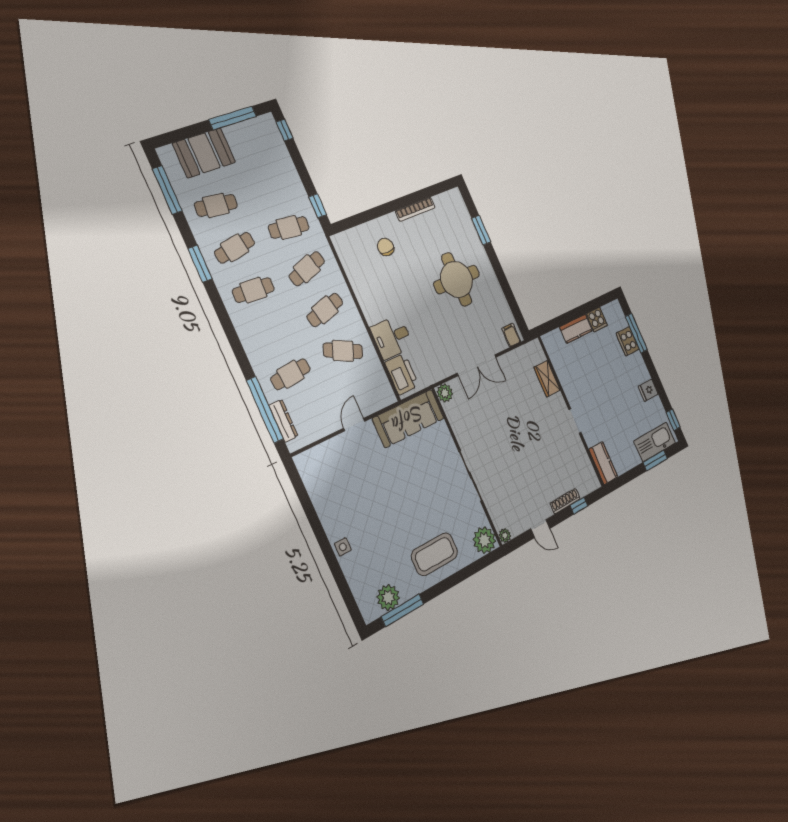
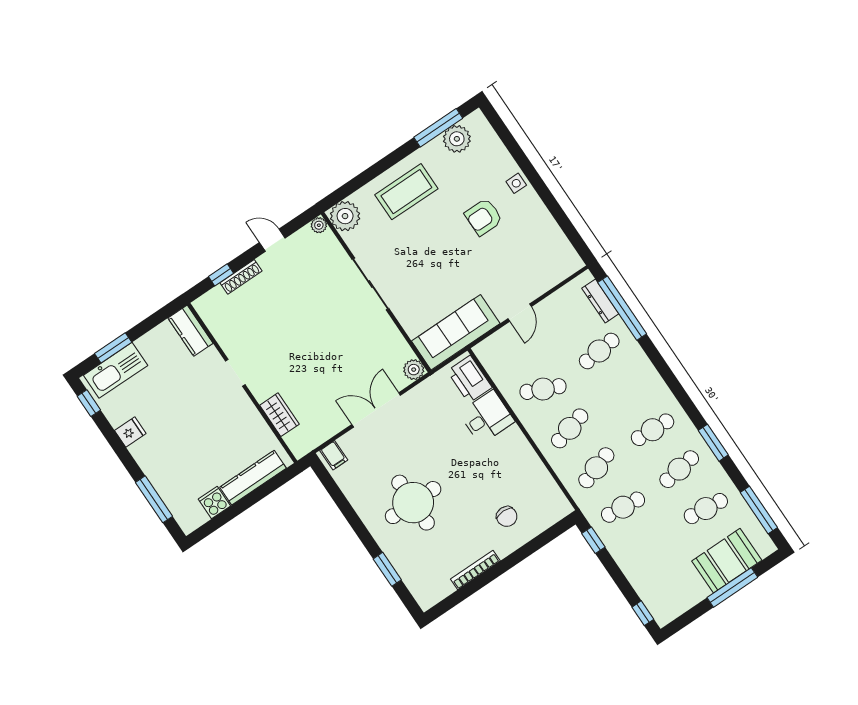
window: (233, 118) -> (732, 587), moved
kitchen counter: (576, 329) -> (253, 478), width x1.50
cooker: (628, 341) -> (166, 486), removed
armchair: (374, 520) -> (484, 217), added

